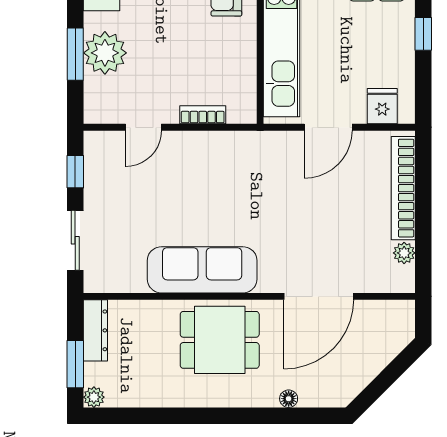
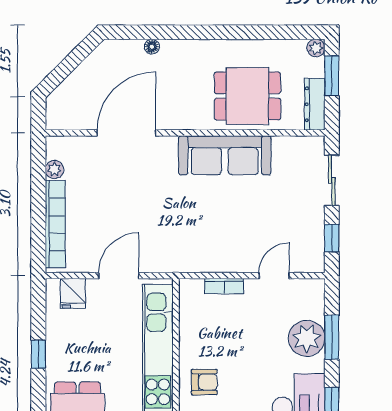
dining table: (220, 340) -> (247, 96), moved

